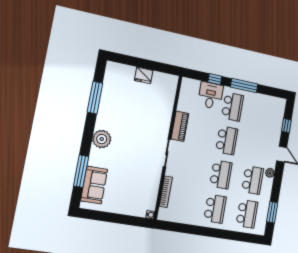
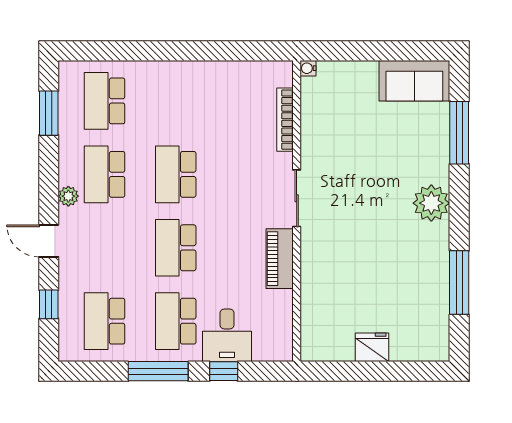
sofa: (94, 185) -> (414, 81), moved, turned -90
school desk: (215, 209) -> (105, 321), moved

